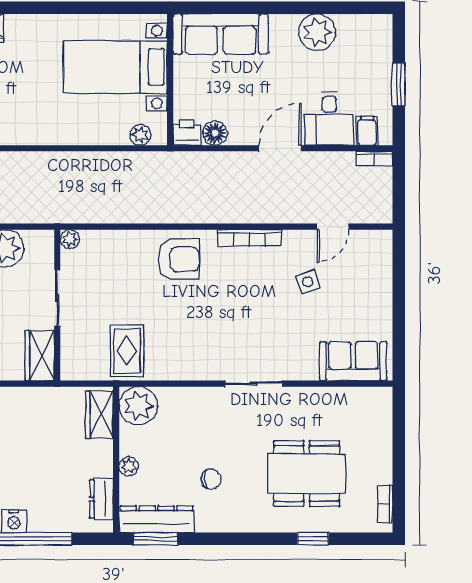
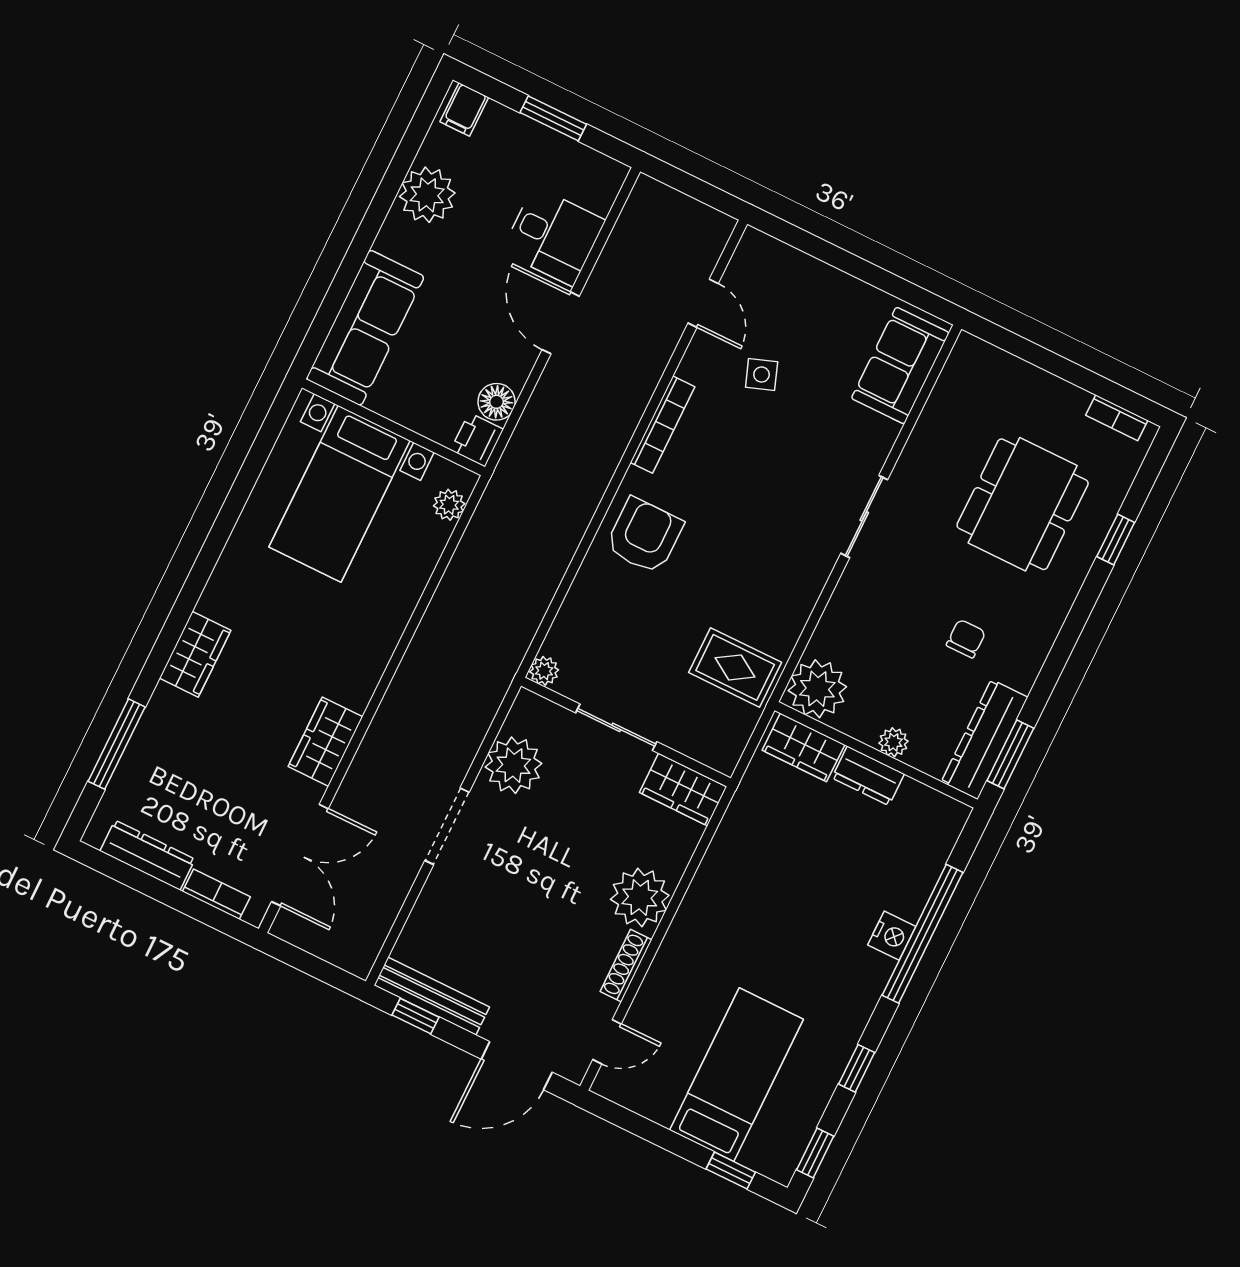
filing cabinet: (367, 131) -> (464, 109), moved, turned -90
bookcase: (374, 158) -> (638, 201), removed
dresser: (101, 499) -> (868, 776), moved

